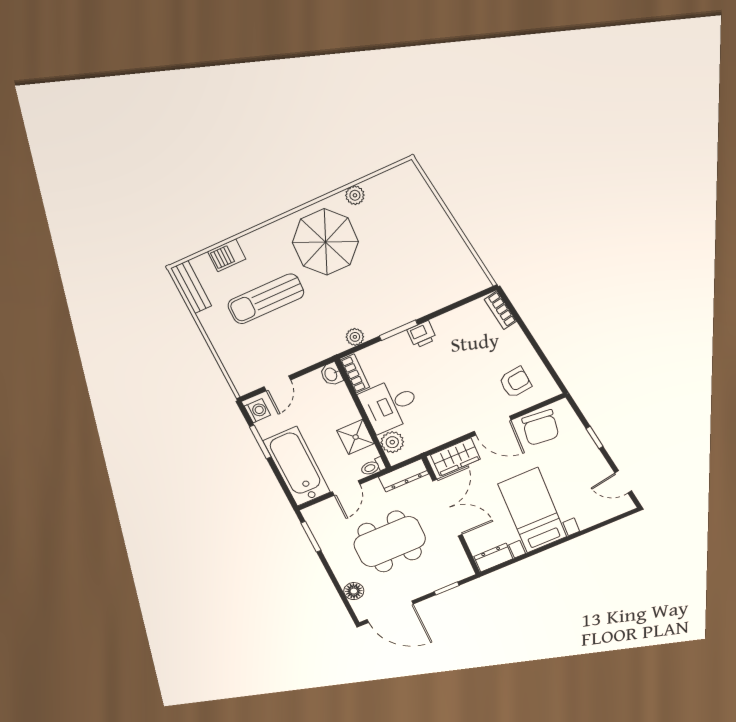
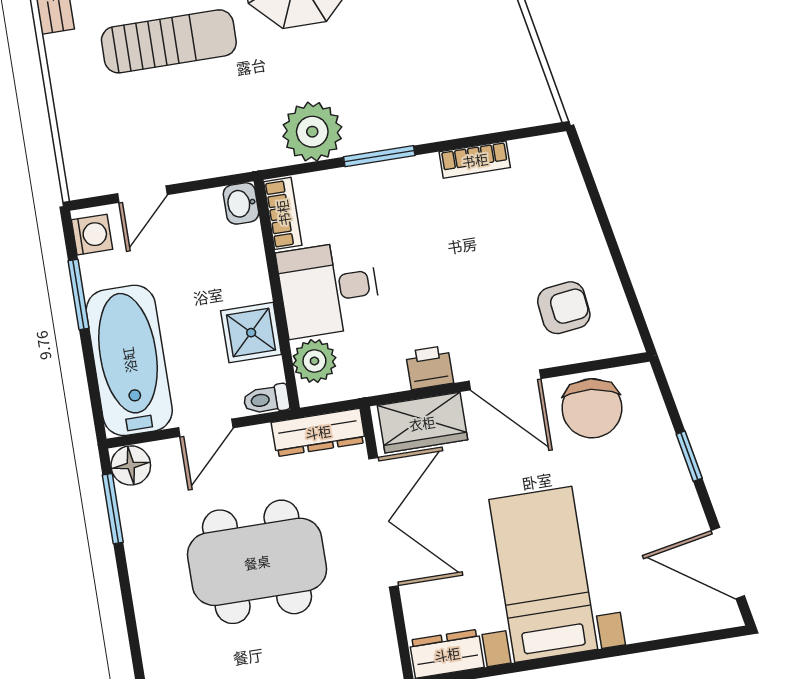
sun lounger: (266, 299) -> (169, 41), turned 180
bookcase: (500, 310) -> (475, 160), moved, turned -79
printer: (422, 334) -> (429, 367), moved, turned 180
plant: (355, 337) -> (312, 132), width x1.88, depth x1.88
door: (623, 482) -> (728, 563), width x1.38
floor lamp: (354, 591) -> (131, 465), moved

